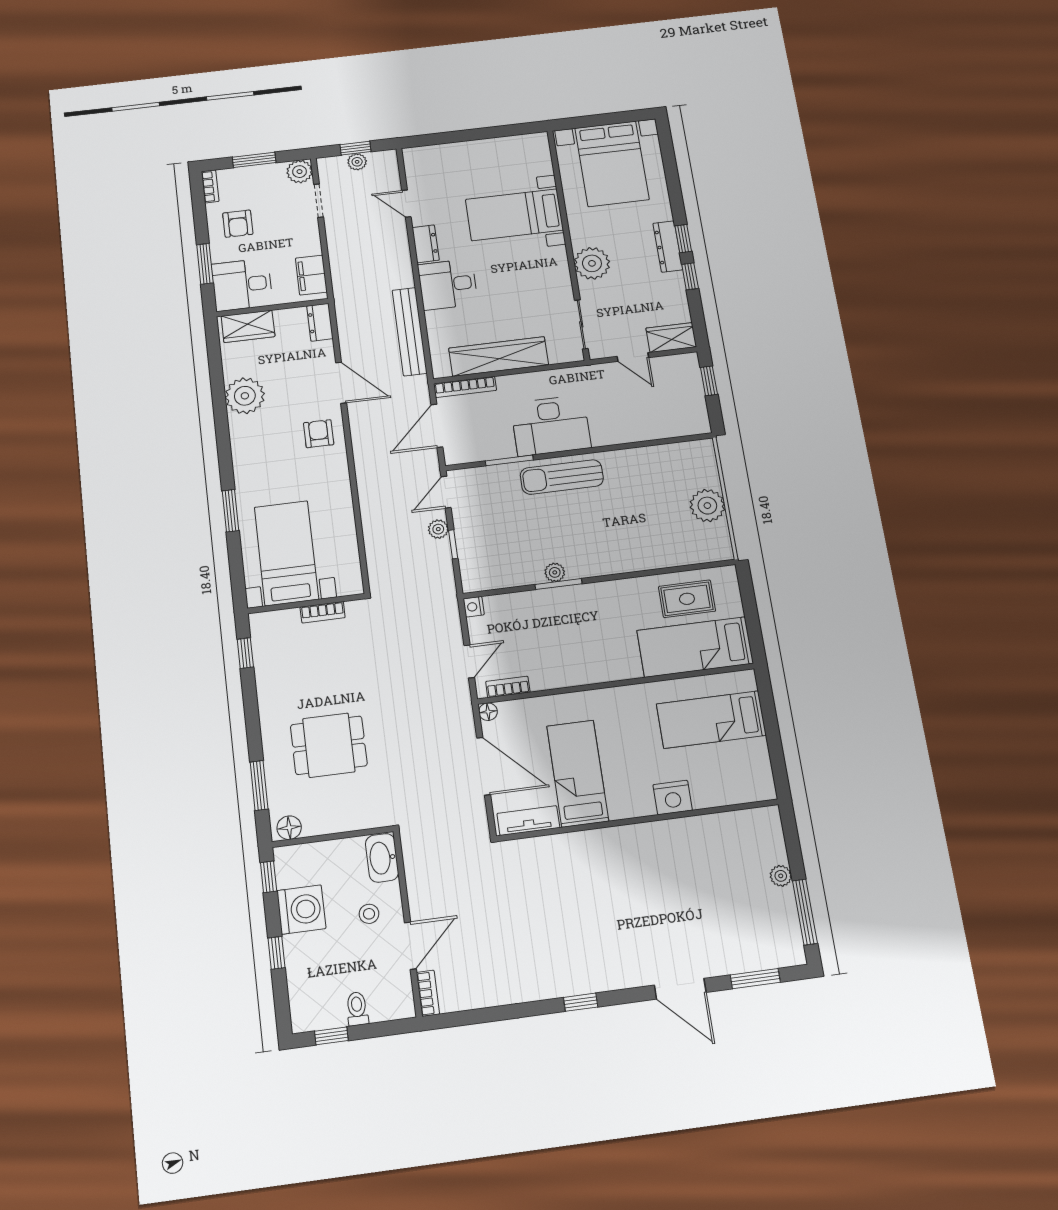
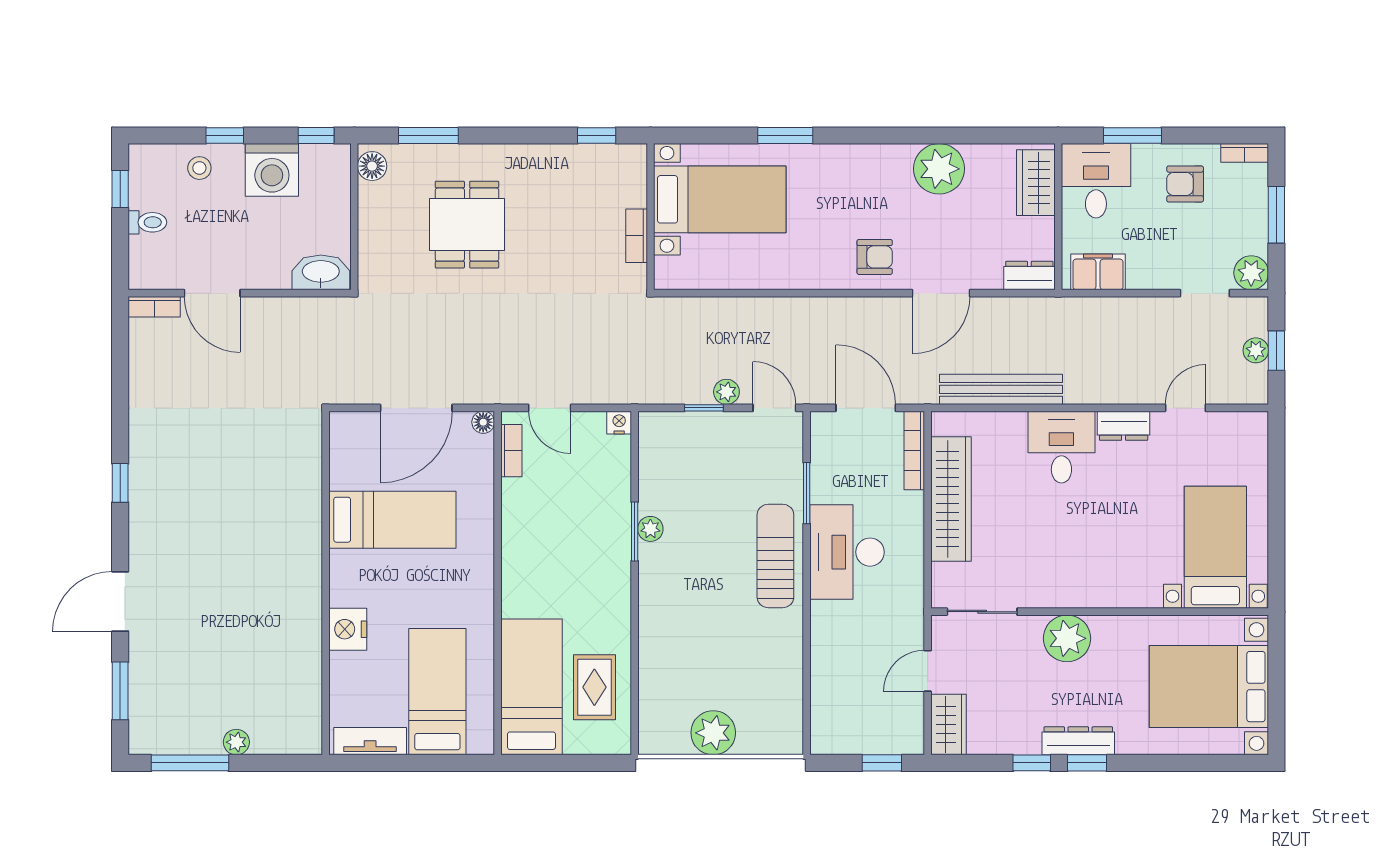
bed with nightstands: (514, 215) -> (1215, 547), moved
tv unit: (528, 821) -> (370, 741), moved, turned -90
stool: (369, 914) -> (199, 168), moved

